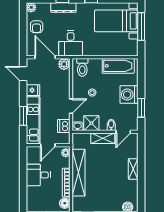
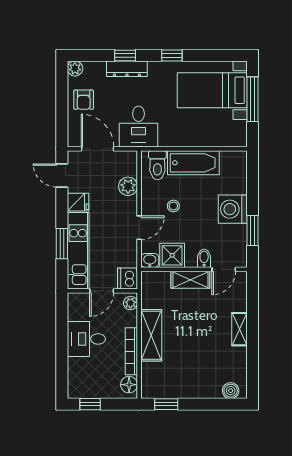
plant: (64, 64) -> (128, 186), moved
bathtub: (118, 66) -> (193, 163), moved
dishwasher: (64, 126) -> (127, 279), moved
shelving: (79, 173) -> (151, 335), width x0.68

